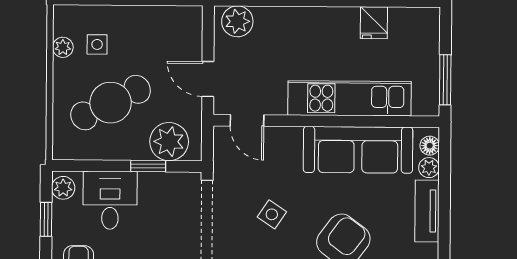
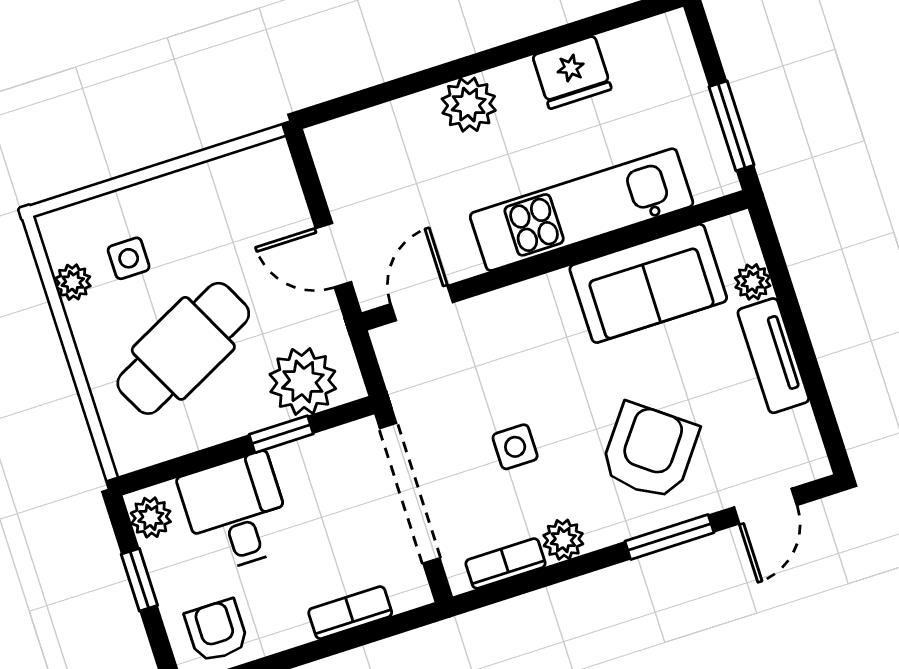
plant: (237, 21) -> (469, 105), moved
fridge: (374, 23) -> (572, 72), width x1.38
door: (247, 120) -> (422, 303), swing flipped
floor lamp: (430, 146) -> (742, 245), removed
sofa: (358, 150) -> (648, 283), width x0.73
side table: (272, 214) -> (515, 447), turned -34

